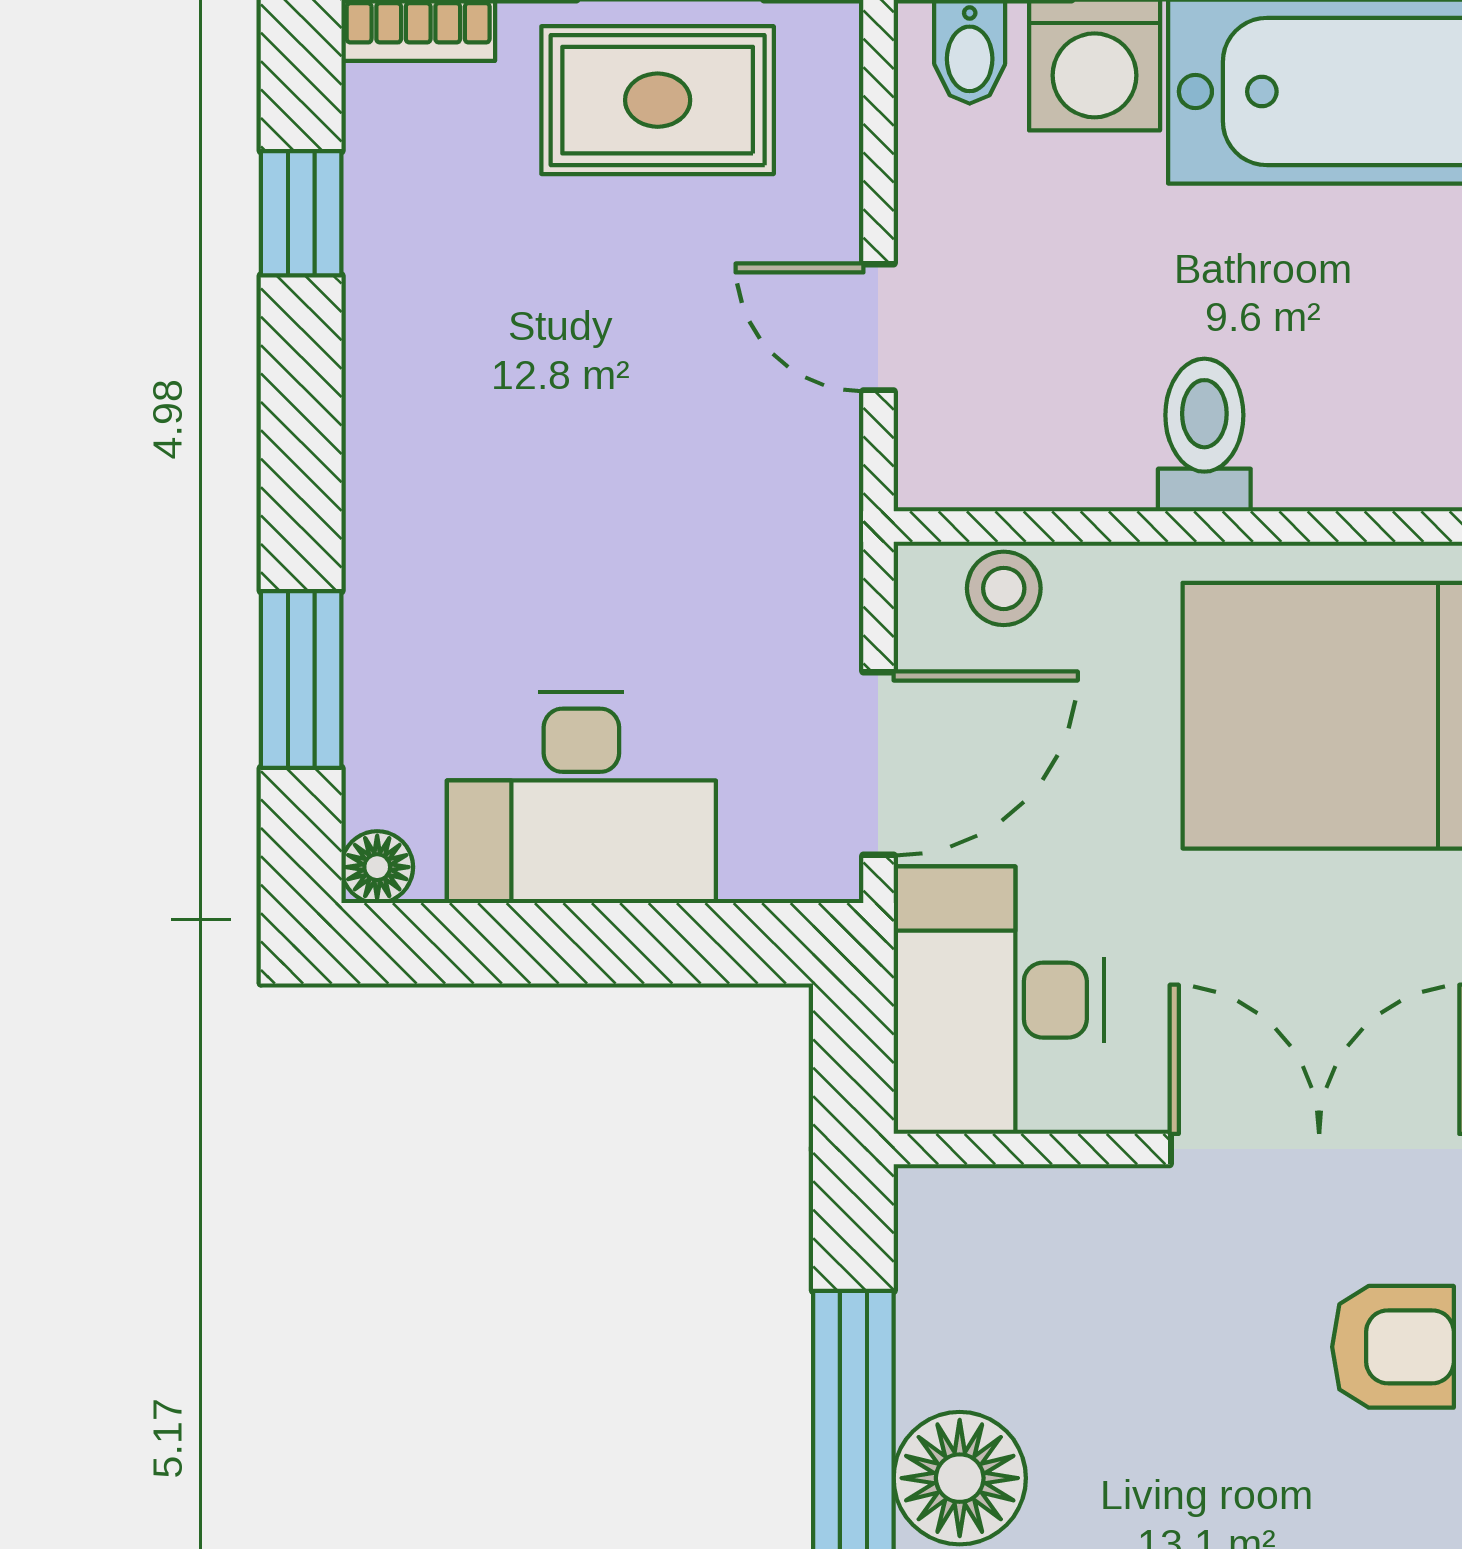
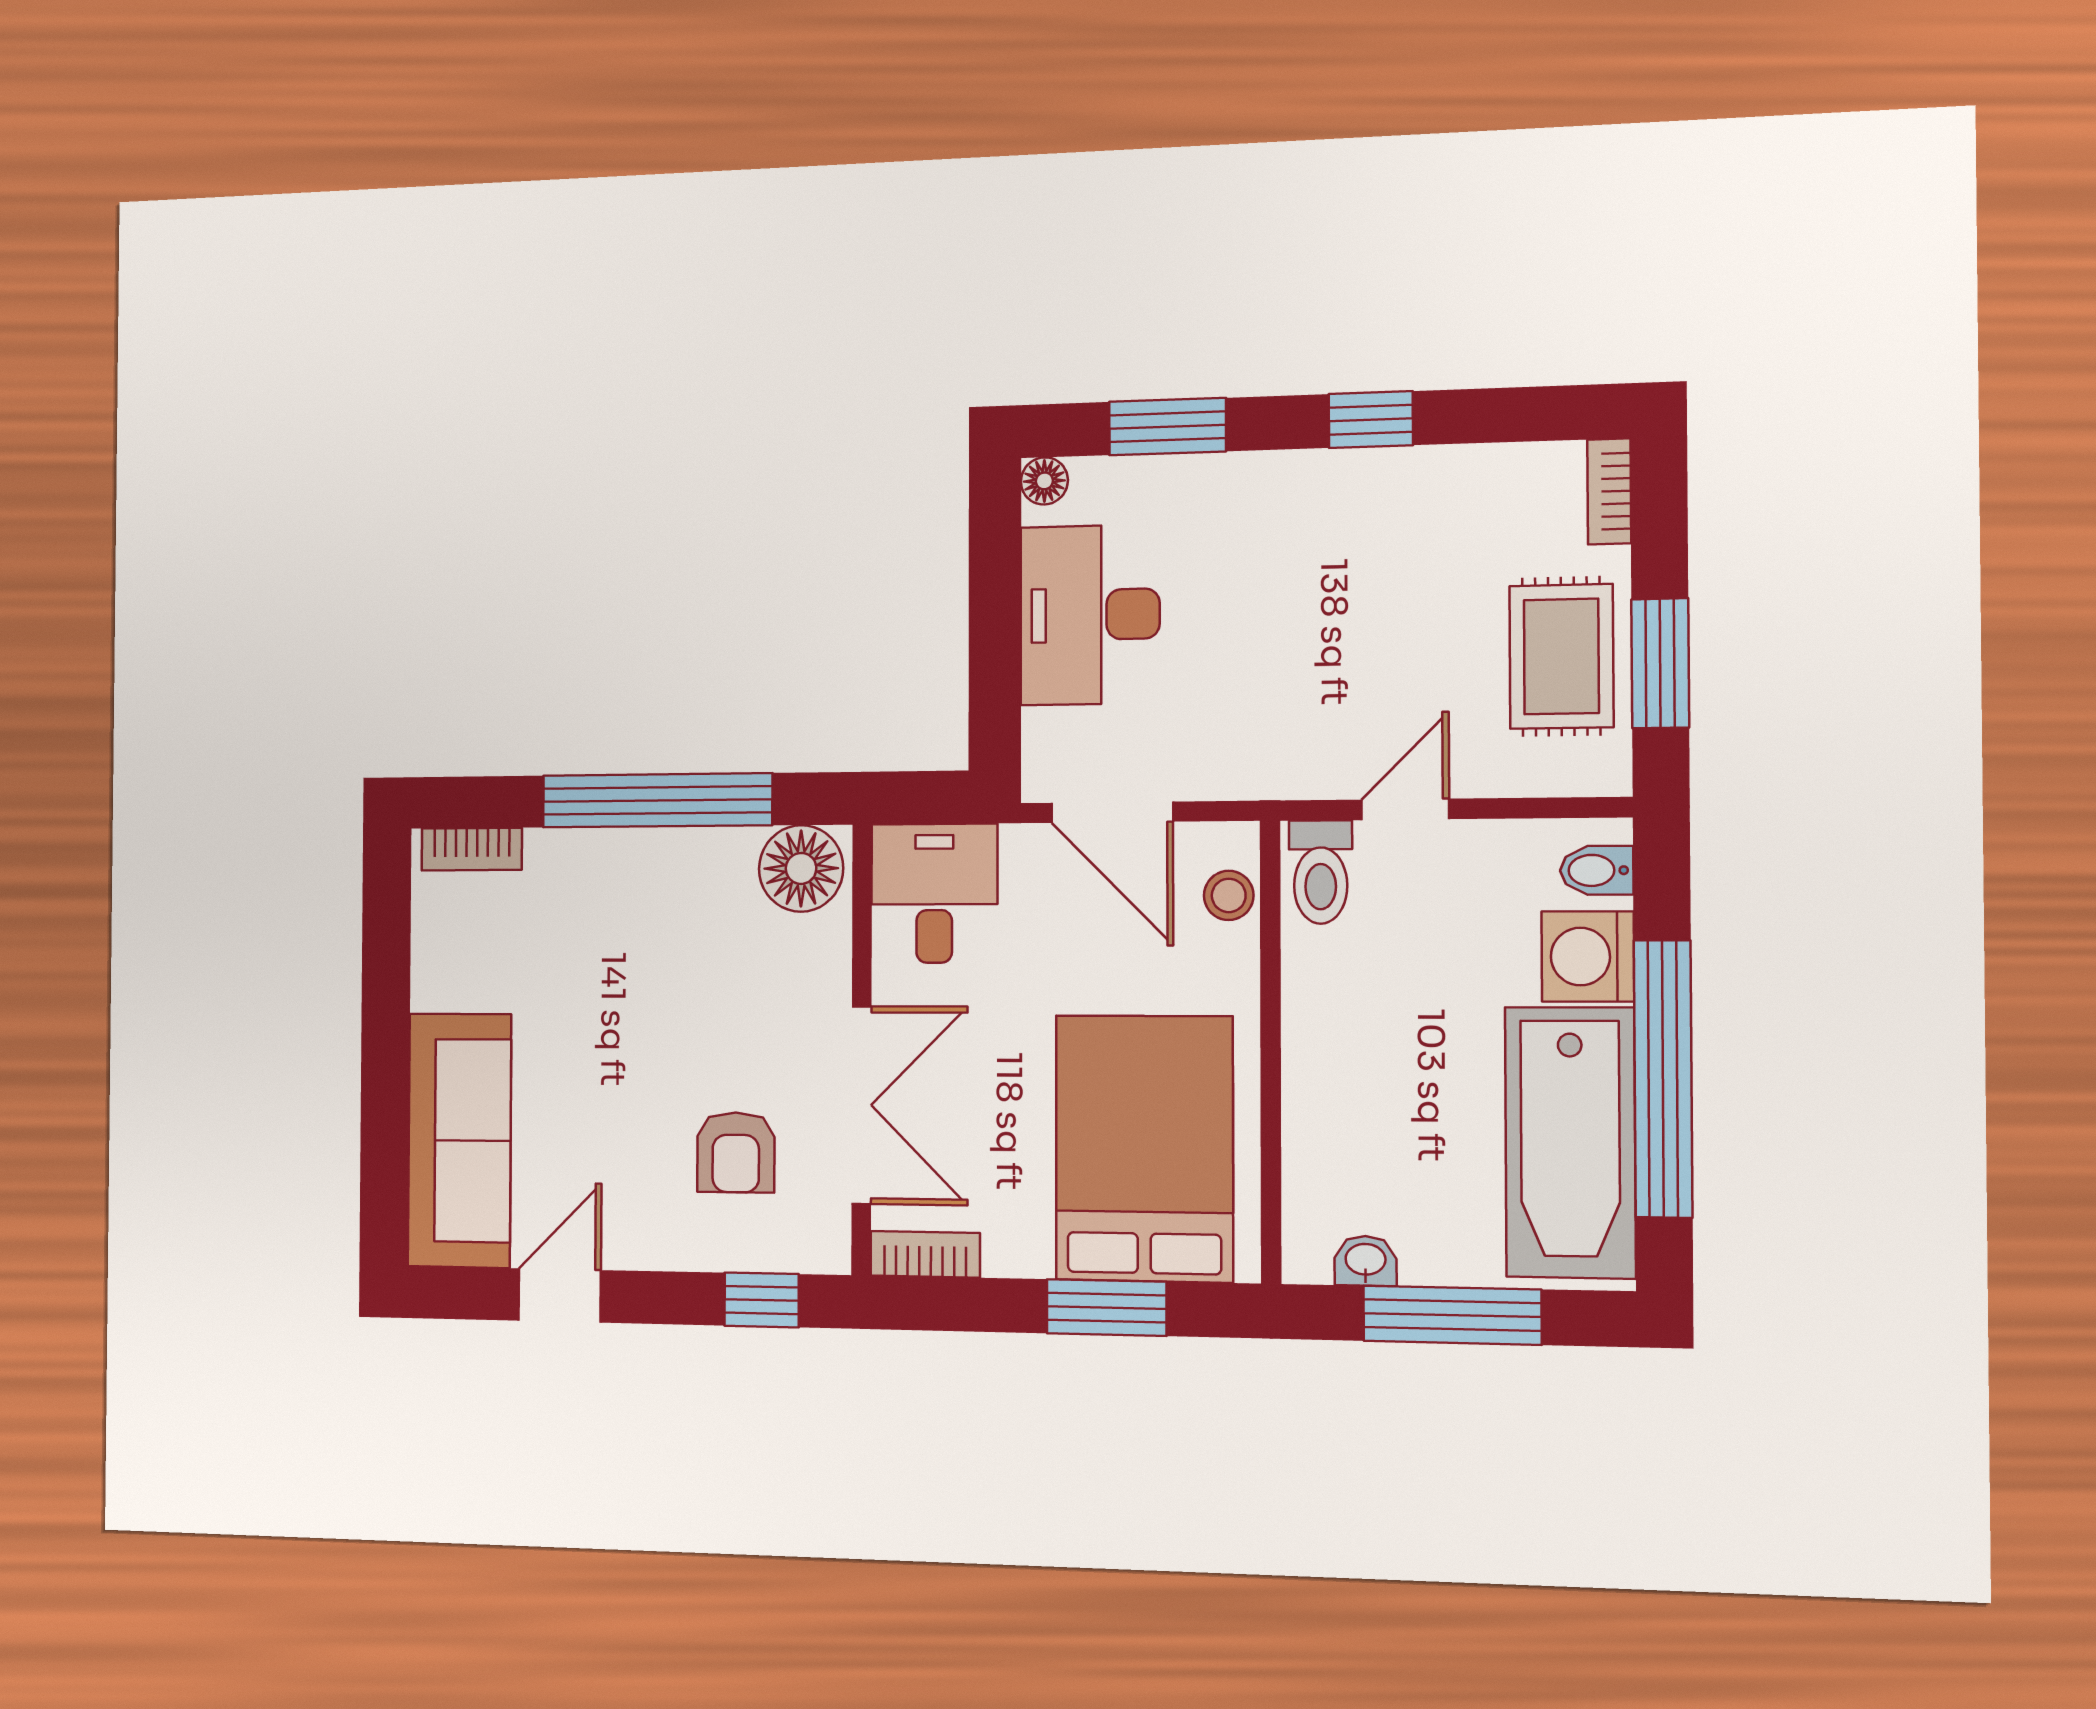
window: (301, 213) -> (1371, 420), moved
toilet: (1204, 435) -> (1321, 872), moved, turned 90
desk: (999, 1000) -> (934, 893), width x0.73
floor lamp: (960, 1478) -> (801, 868), moved

